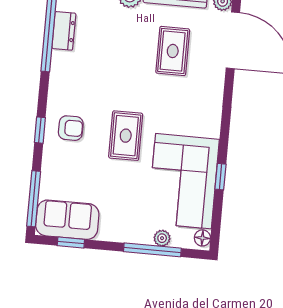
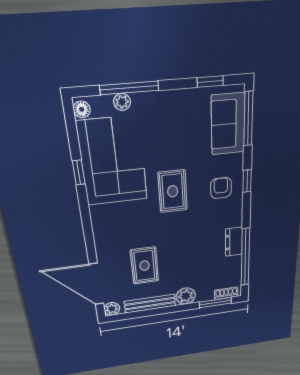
dresser: (64, 31) -> (234, 242), moved
armchair: (71, 128) -> (221, 188), turned 90
sofa: (67, 220) -> (228, 124), moved, turned 90

